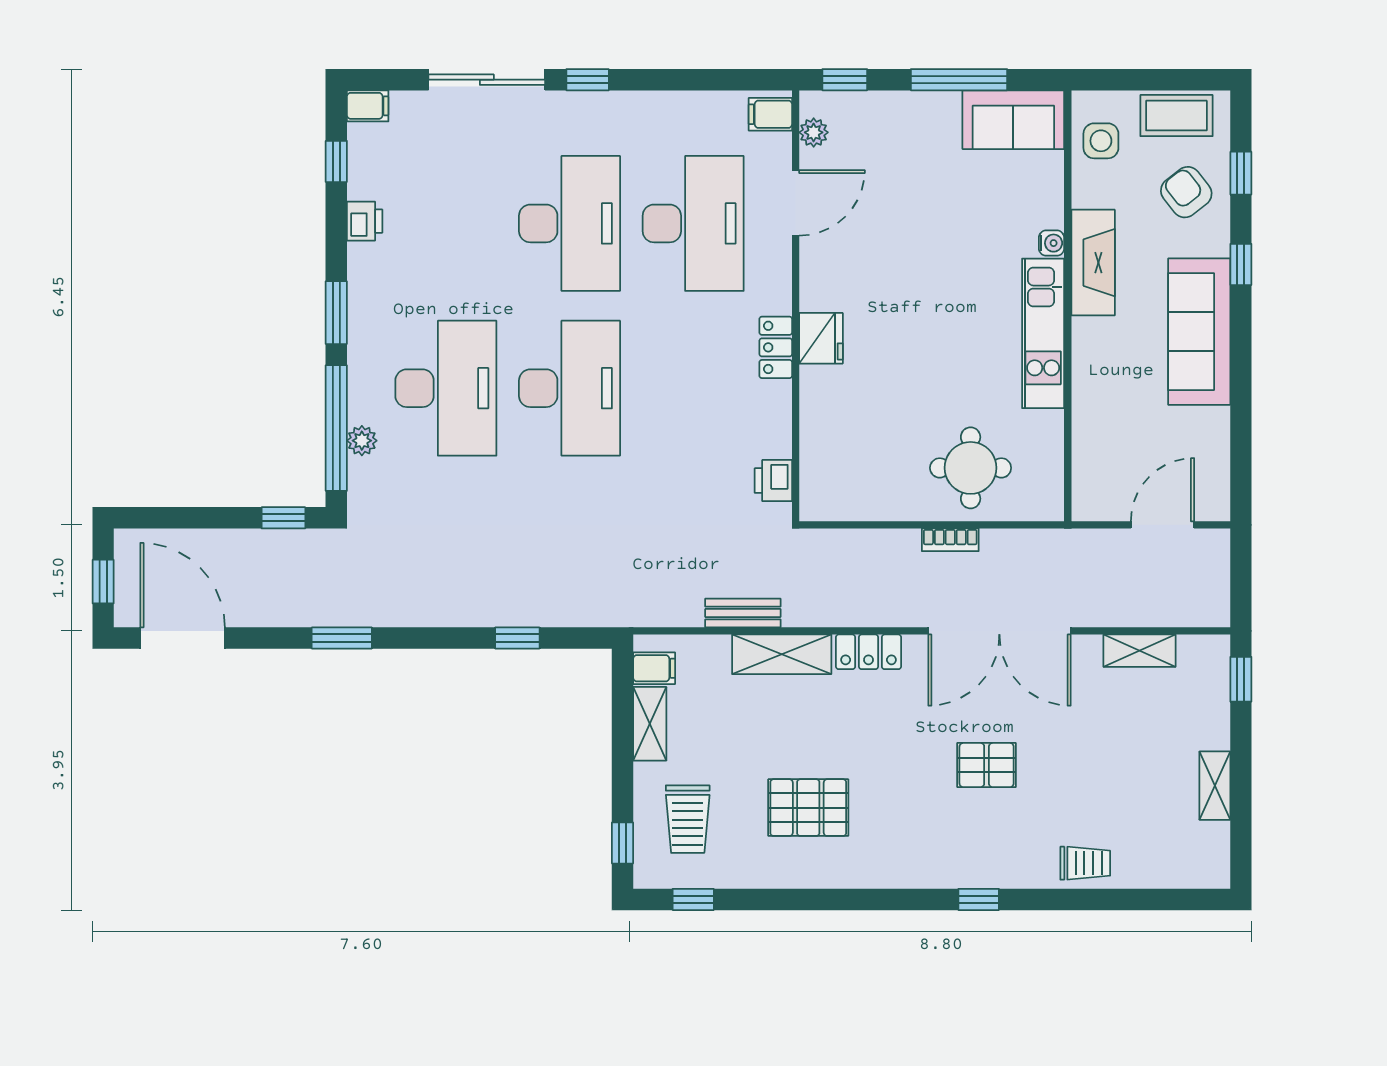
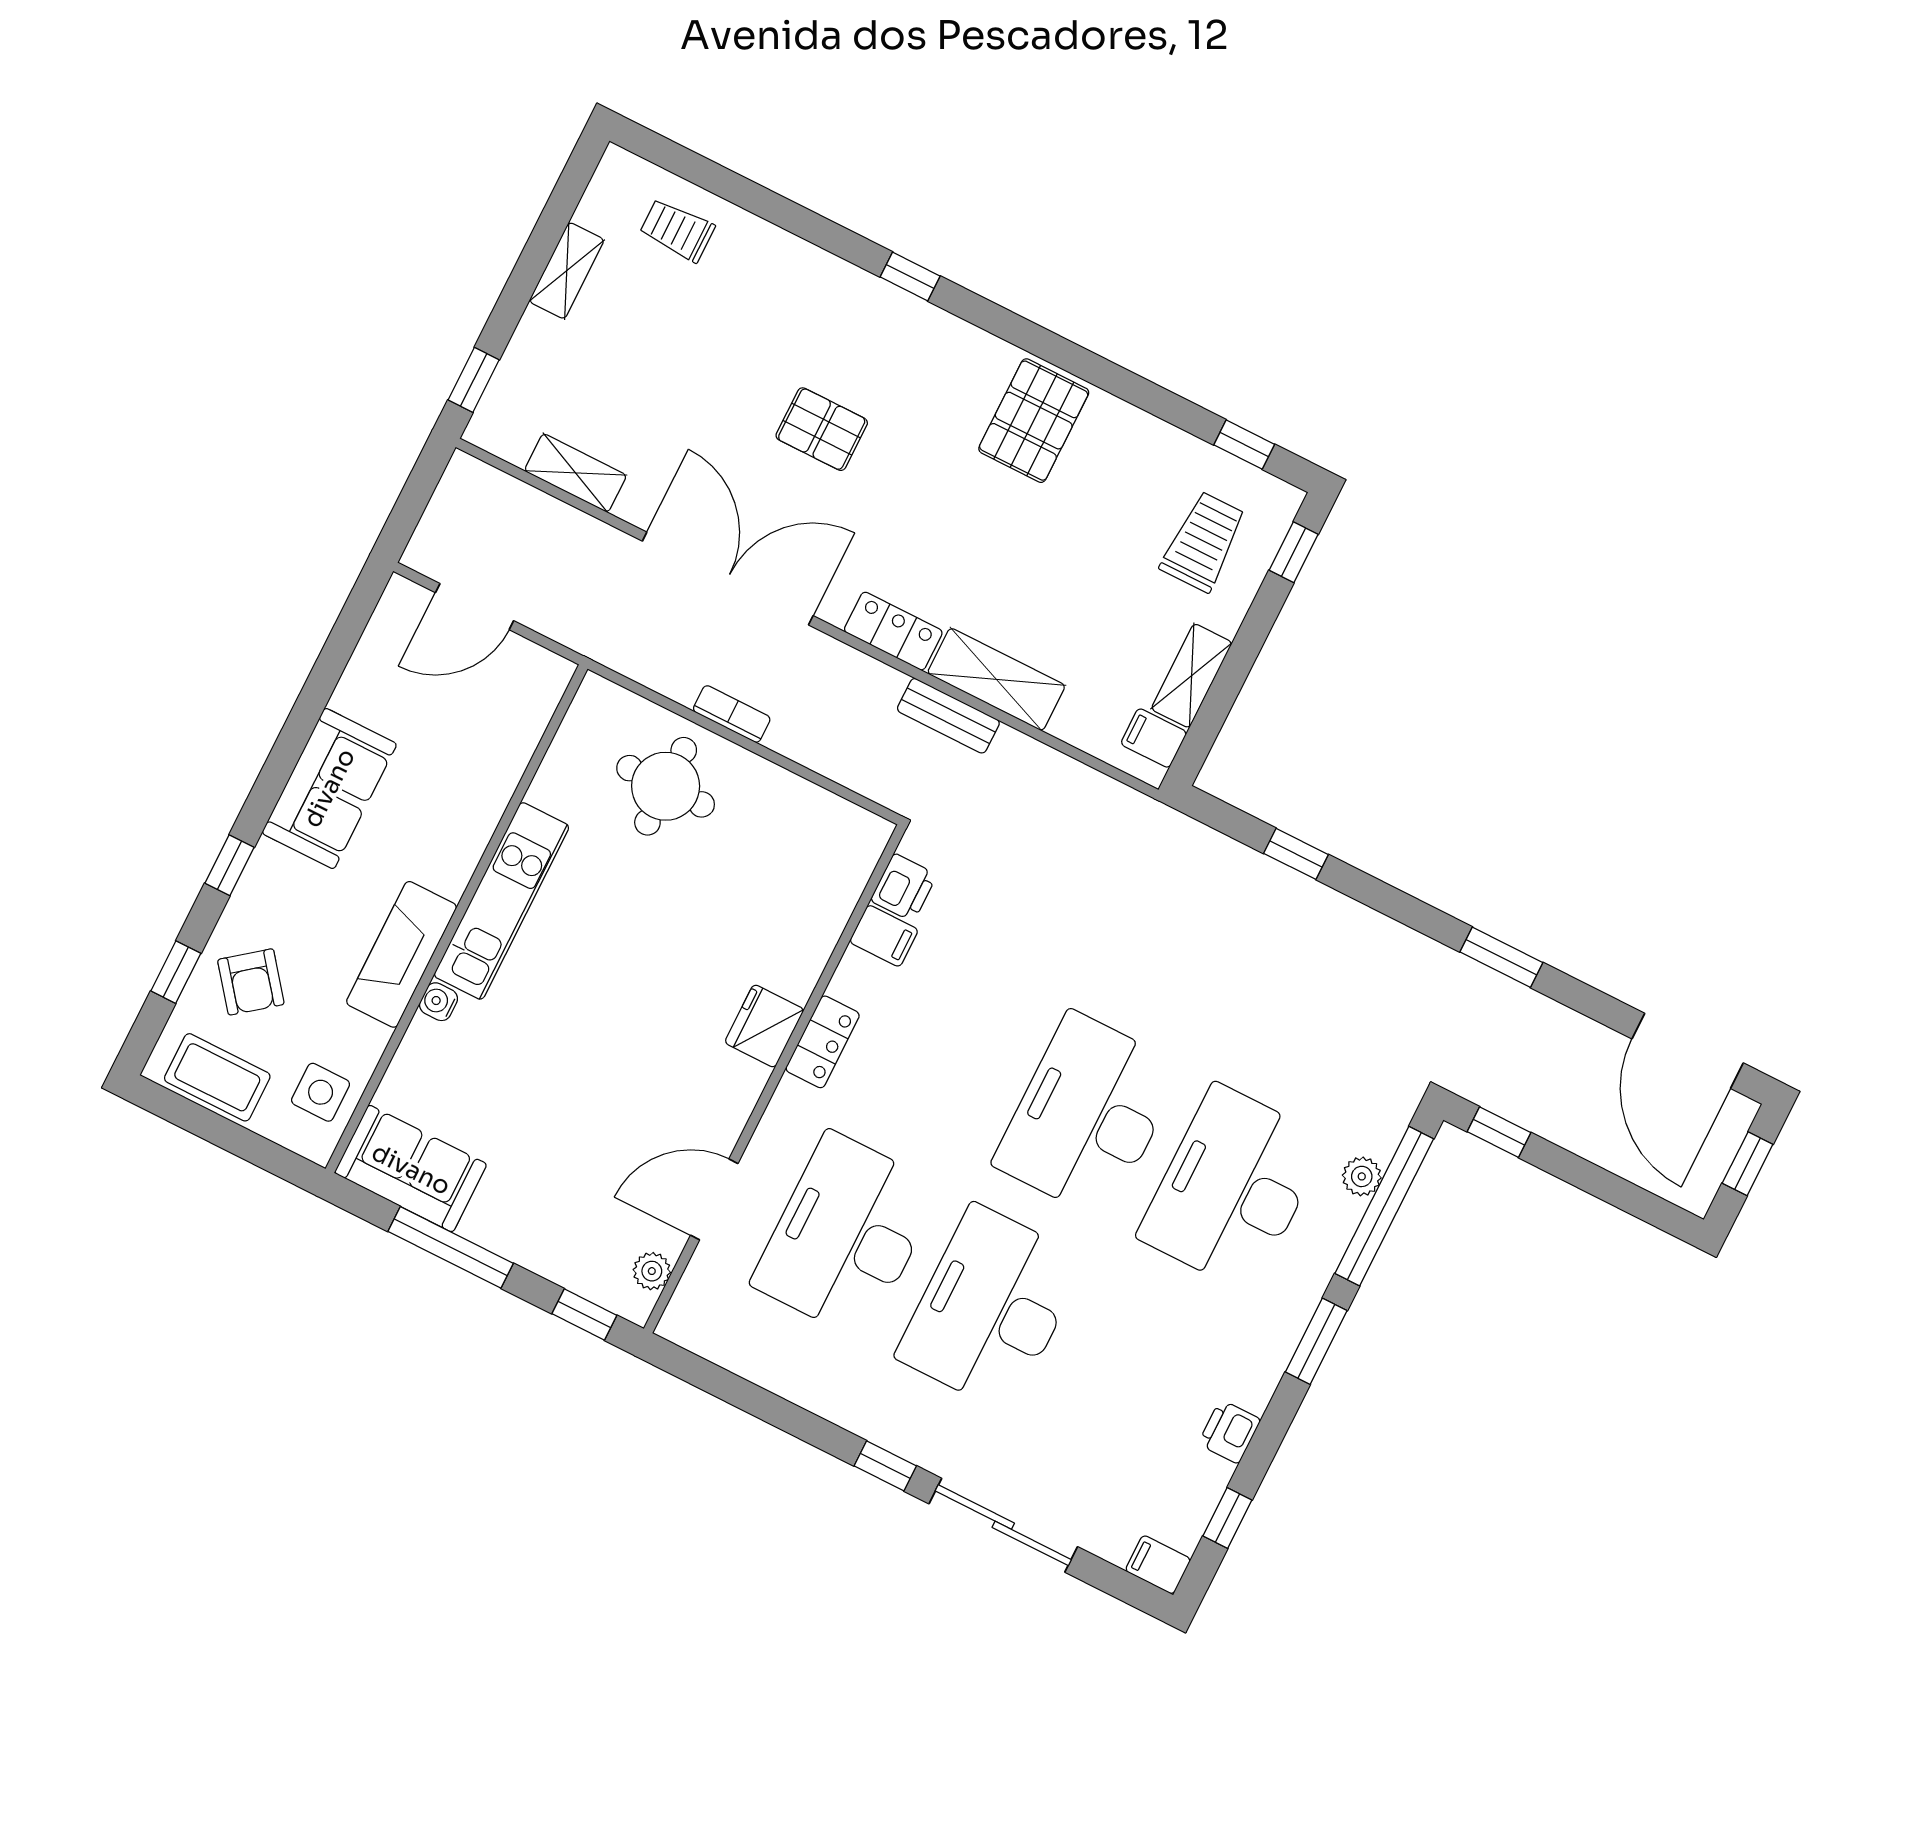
filing cabinet: (770, 114) -> (884, 936), moved
sofa: (1199, 332) -> (329, 788), width x0.73
bench: (743, 613) -> (948, 716), moved
pallet: (808, 808) -> (1034, 421), moved, turned 90
trolley: (1085, 863) -> (677, 230), moved

